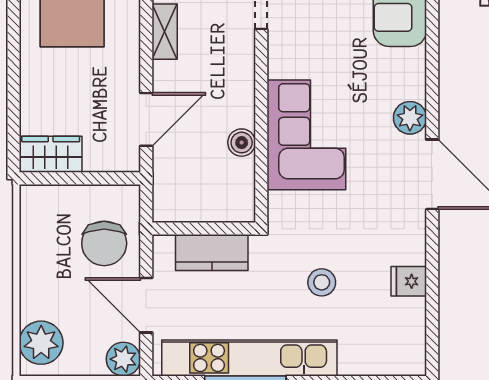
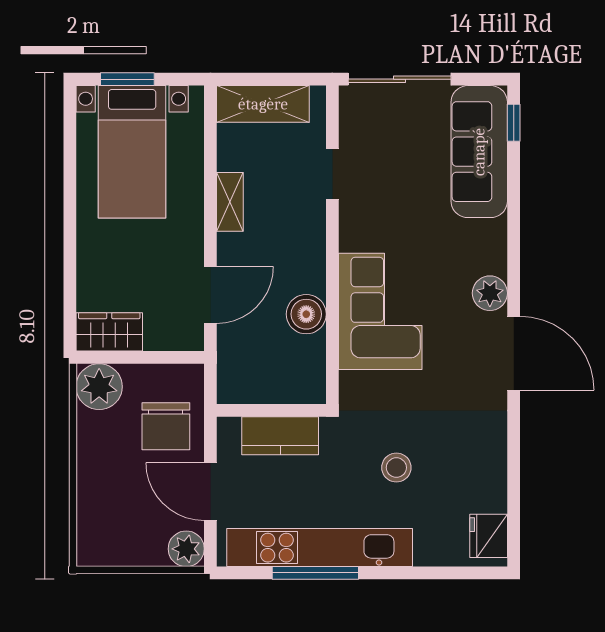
boiler: (242, 143) -> (306, 314), width x1.36, depth x1.36
fridge: (409, 281) -> (489, 536), moved, width x1.38
plant: (41, 343) -> (99, 387), moved

